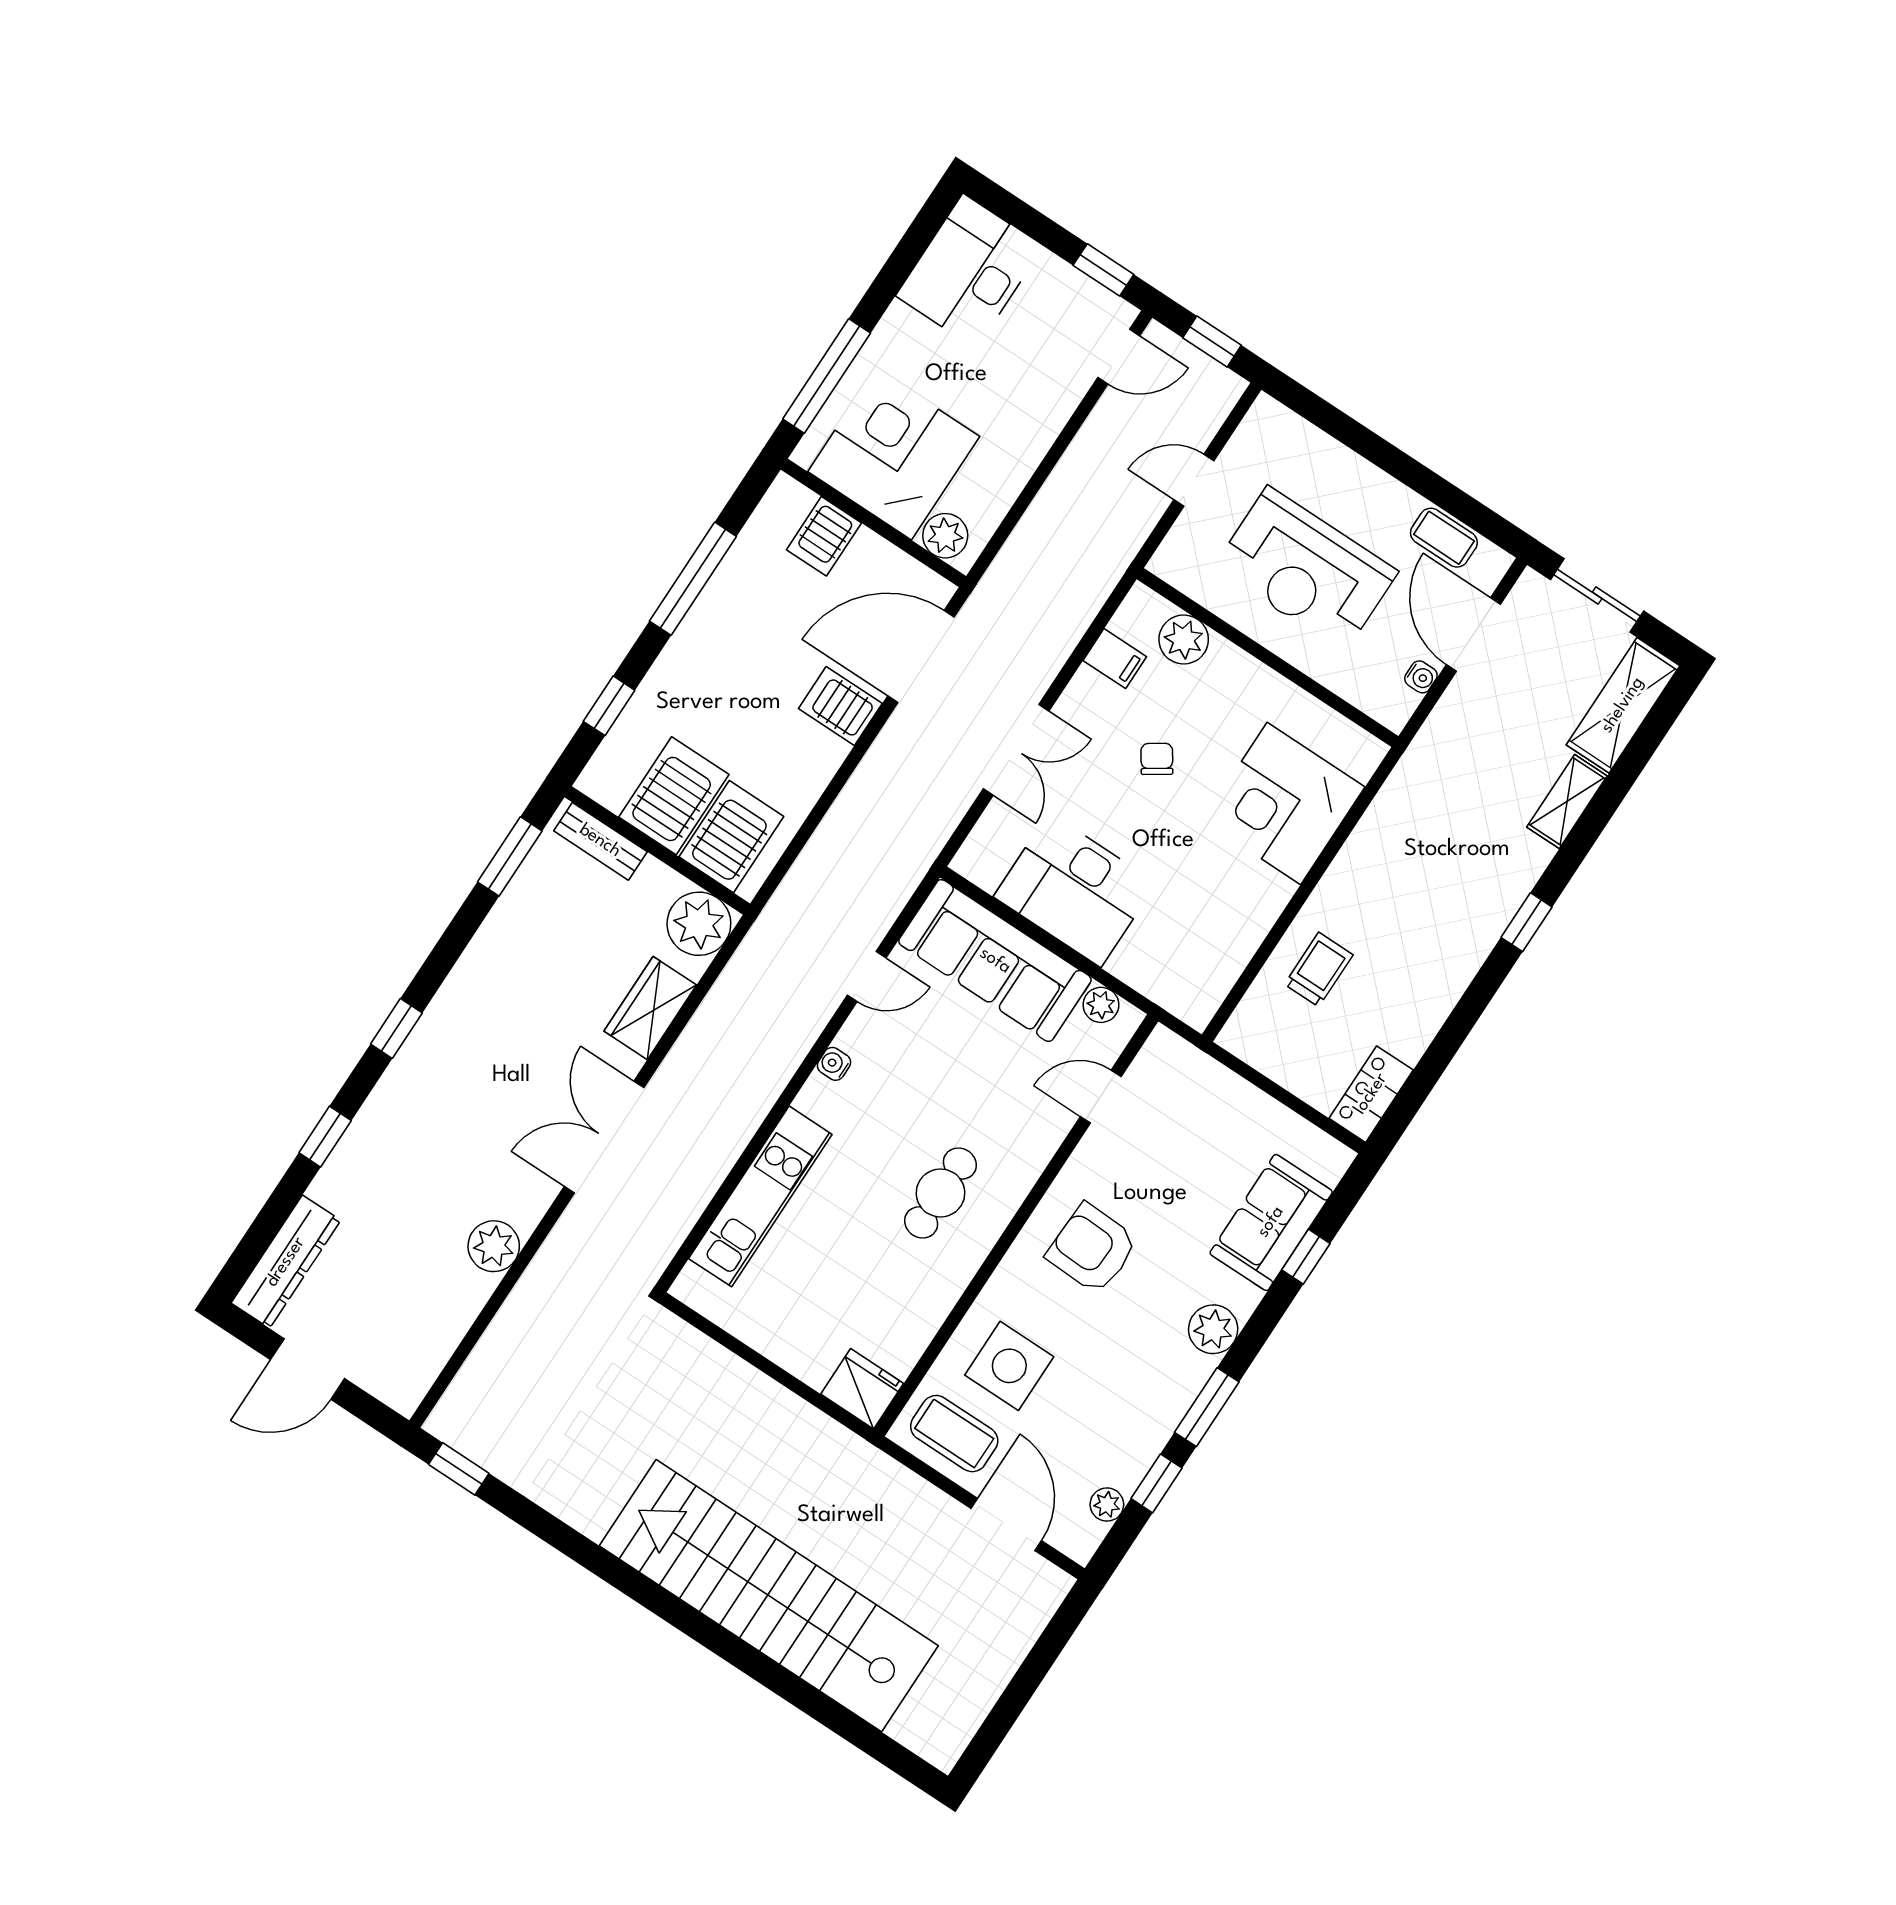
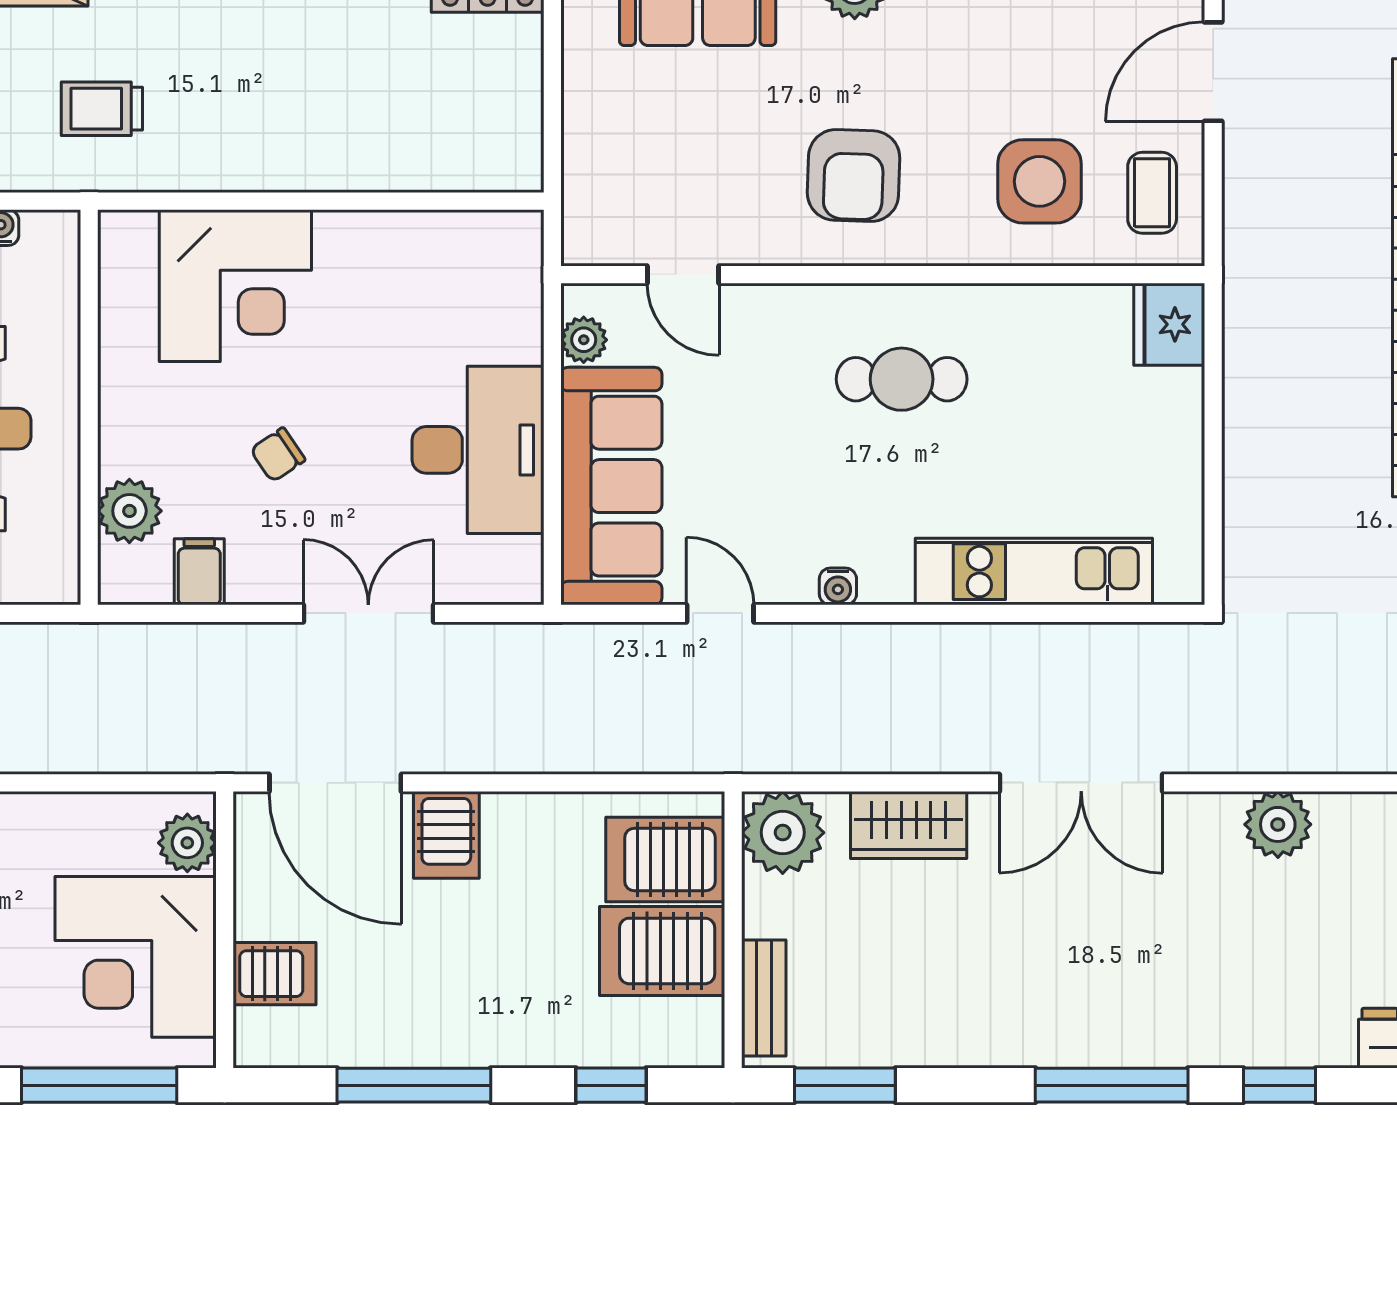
trolley: (1319, 970) -> (102, 109), moved
window: (396, 1028) -> (1112, 1085), width x2.17
coffee table: (954, 1434) -> (1152, 193), width x0.73, depth x0.77

